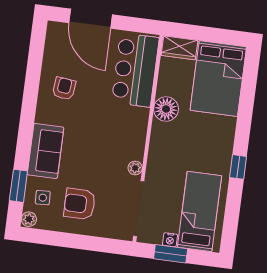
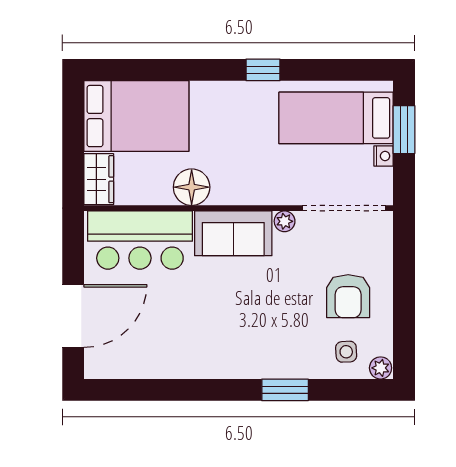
armchair: (64, 88) -> (181, 342), removed
sofa: (46, 151) -> (233, 233), moved, turned 180
window: (18, 186) -> (285, 390), moved
window: (171, 254) -> (404, 130), moved

